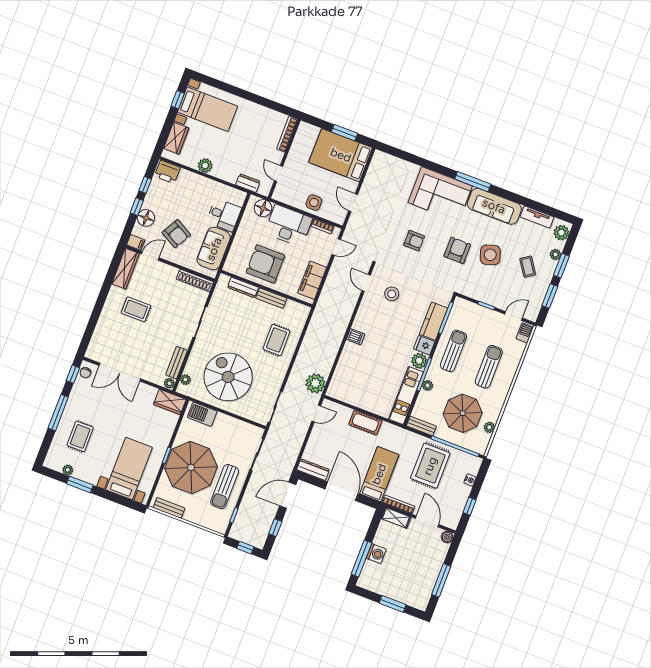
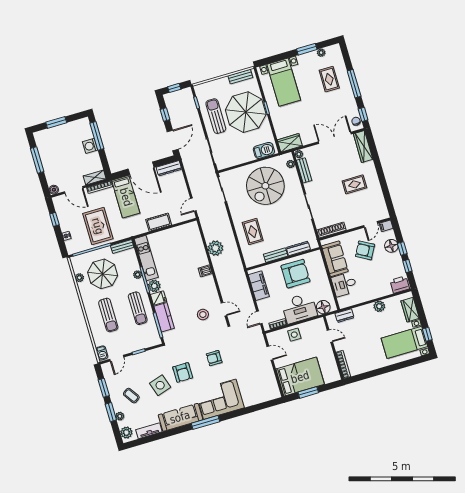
wardrobe: (125, 269) -> (363, 147), moved
spiral stairs: (228, 377) -> (265, 186), turned 90
plant: (315, 383) -> (215, 248), moved

